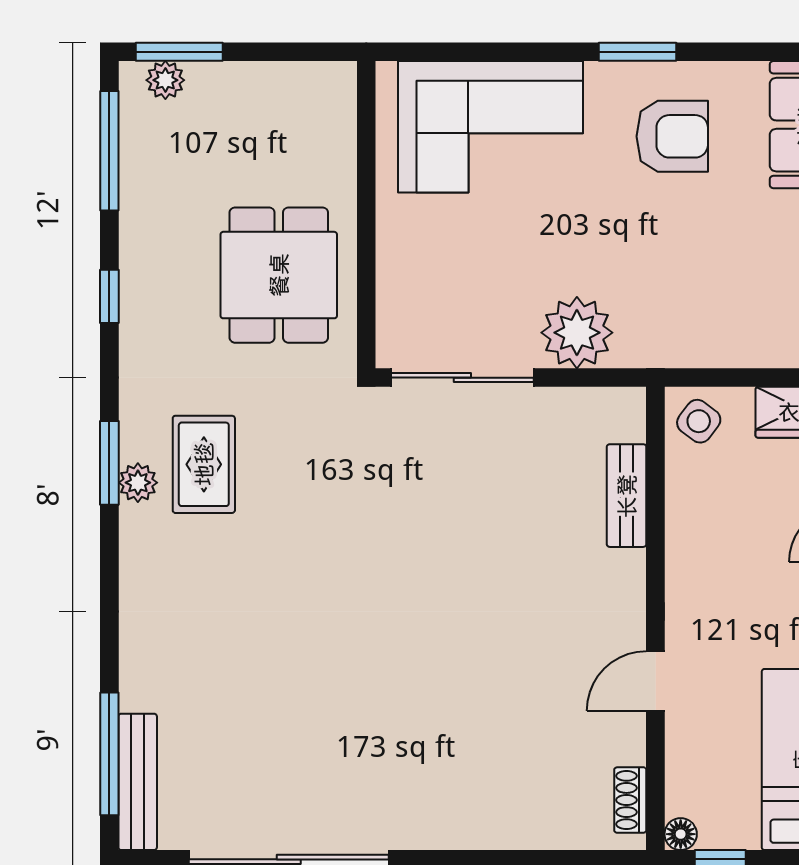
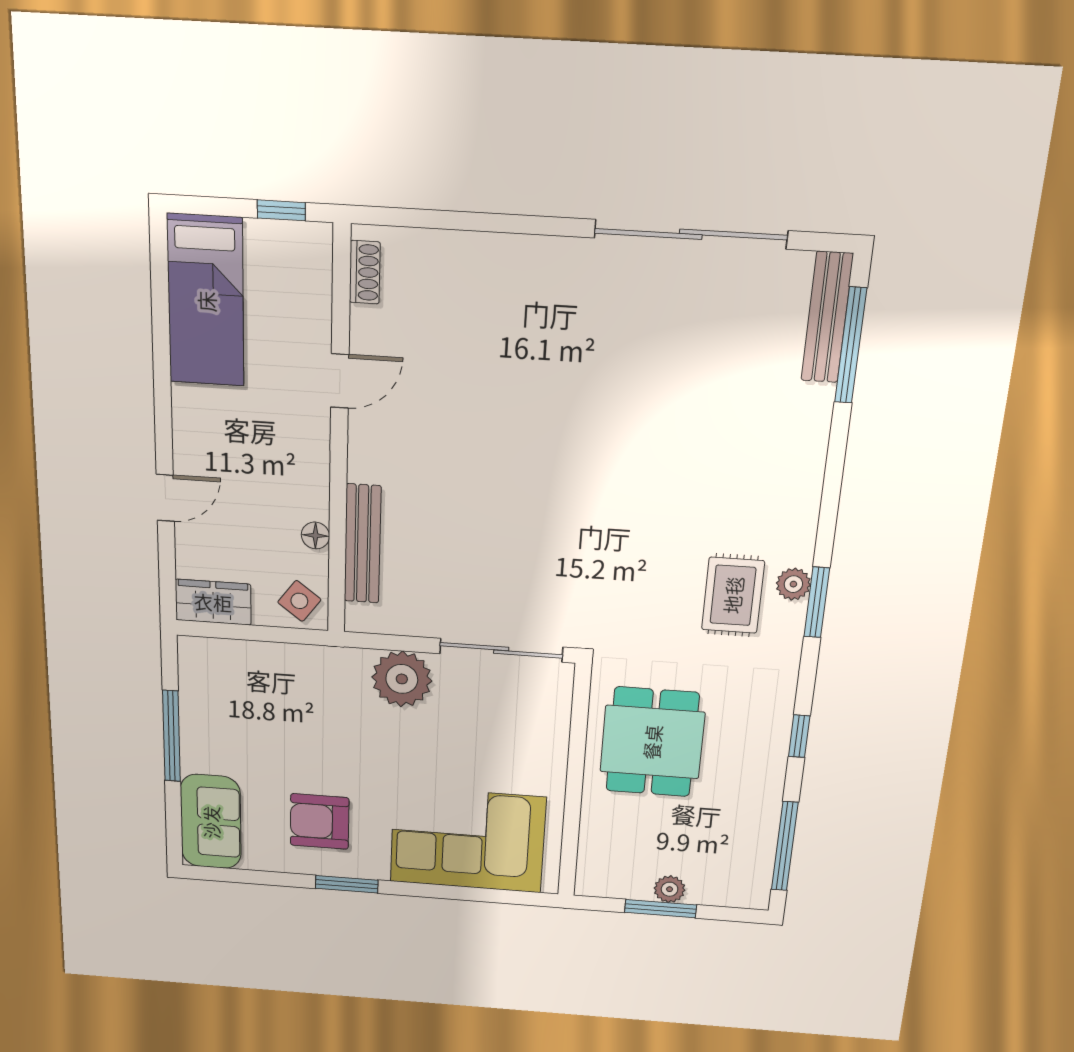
window: (179, 52) -> (661, 909), moved
plant: (165, 80) -> (670, 889), moved
bench: (627, 496) -> (363, 544), width x1.36
floor lamp: (681, 834) -> (315, 535), moved

